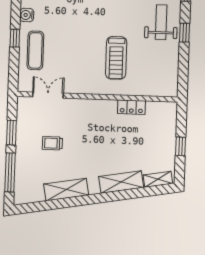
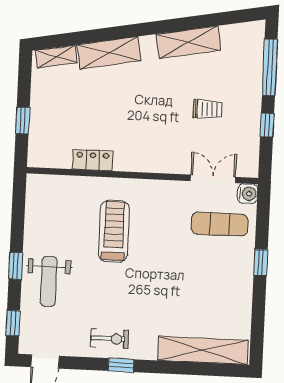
water cooler: (27, 15) -> (248, 194), moved
exercise mat: (35, 50) -> (220, 224), moved, turned 90
double door: (48, 95) -> (213, 179), swing flipped
window: (11, 133) -> (267, 125), width x0.67
window: (181, 146) -> (23, 120), moved

